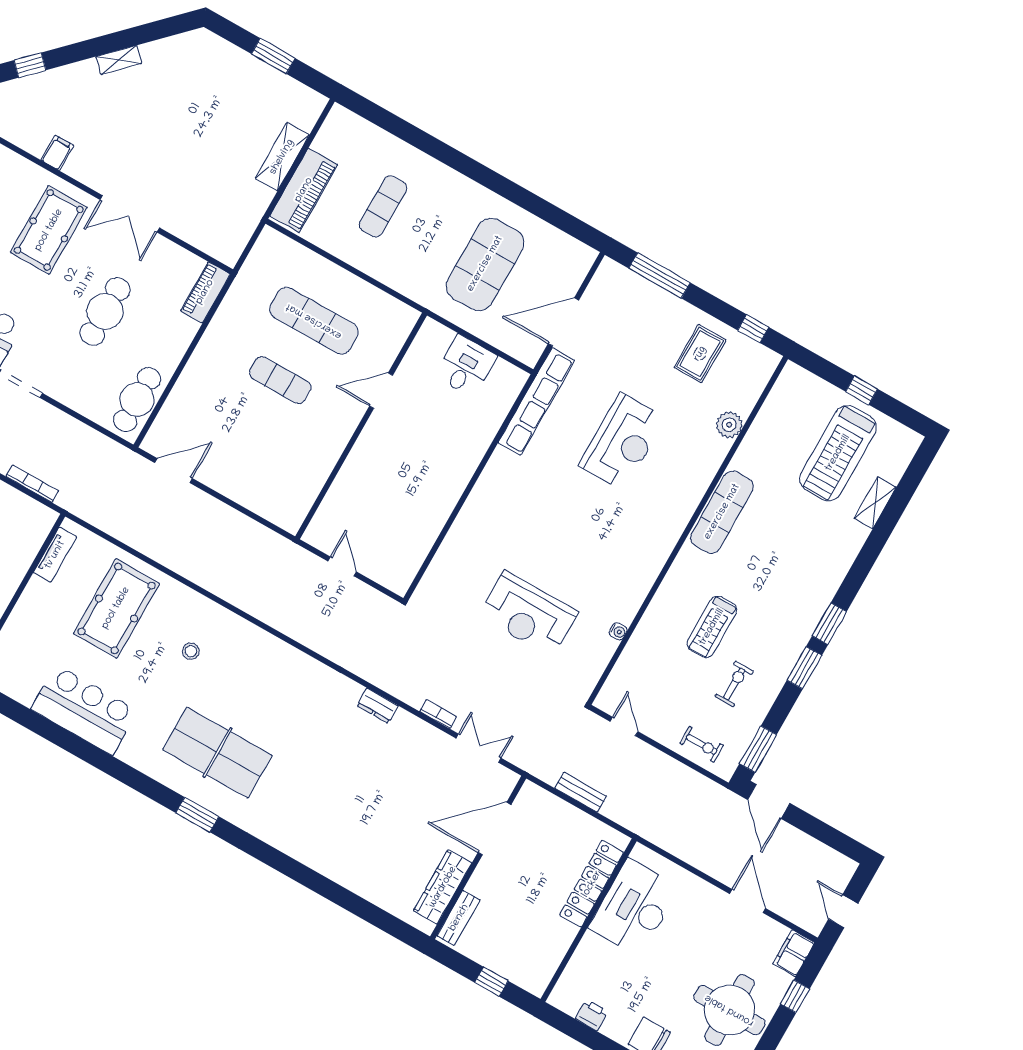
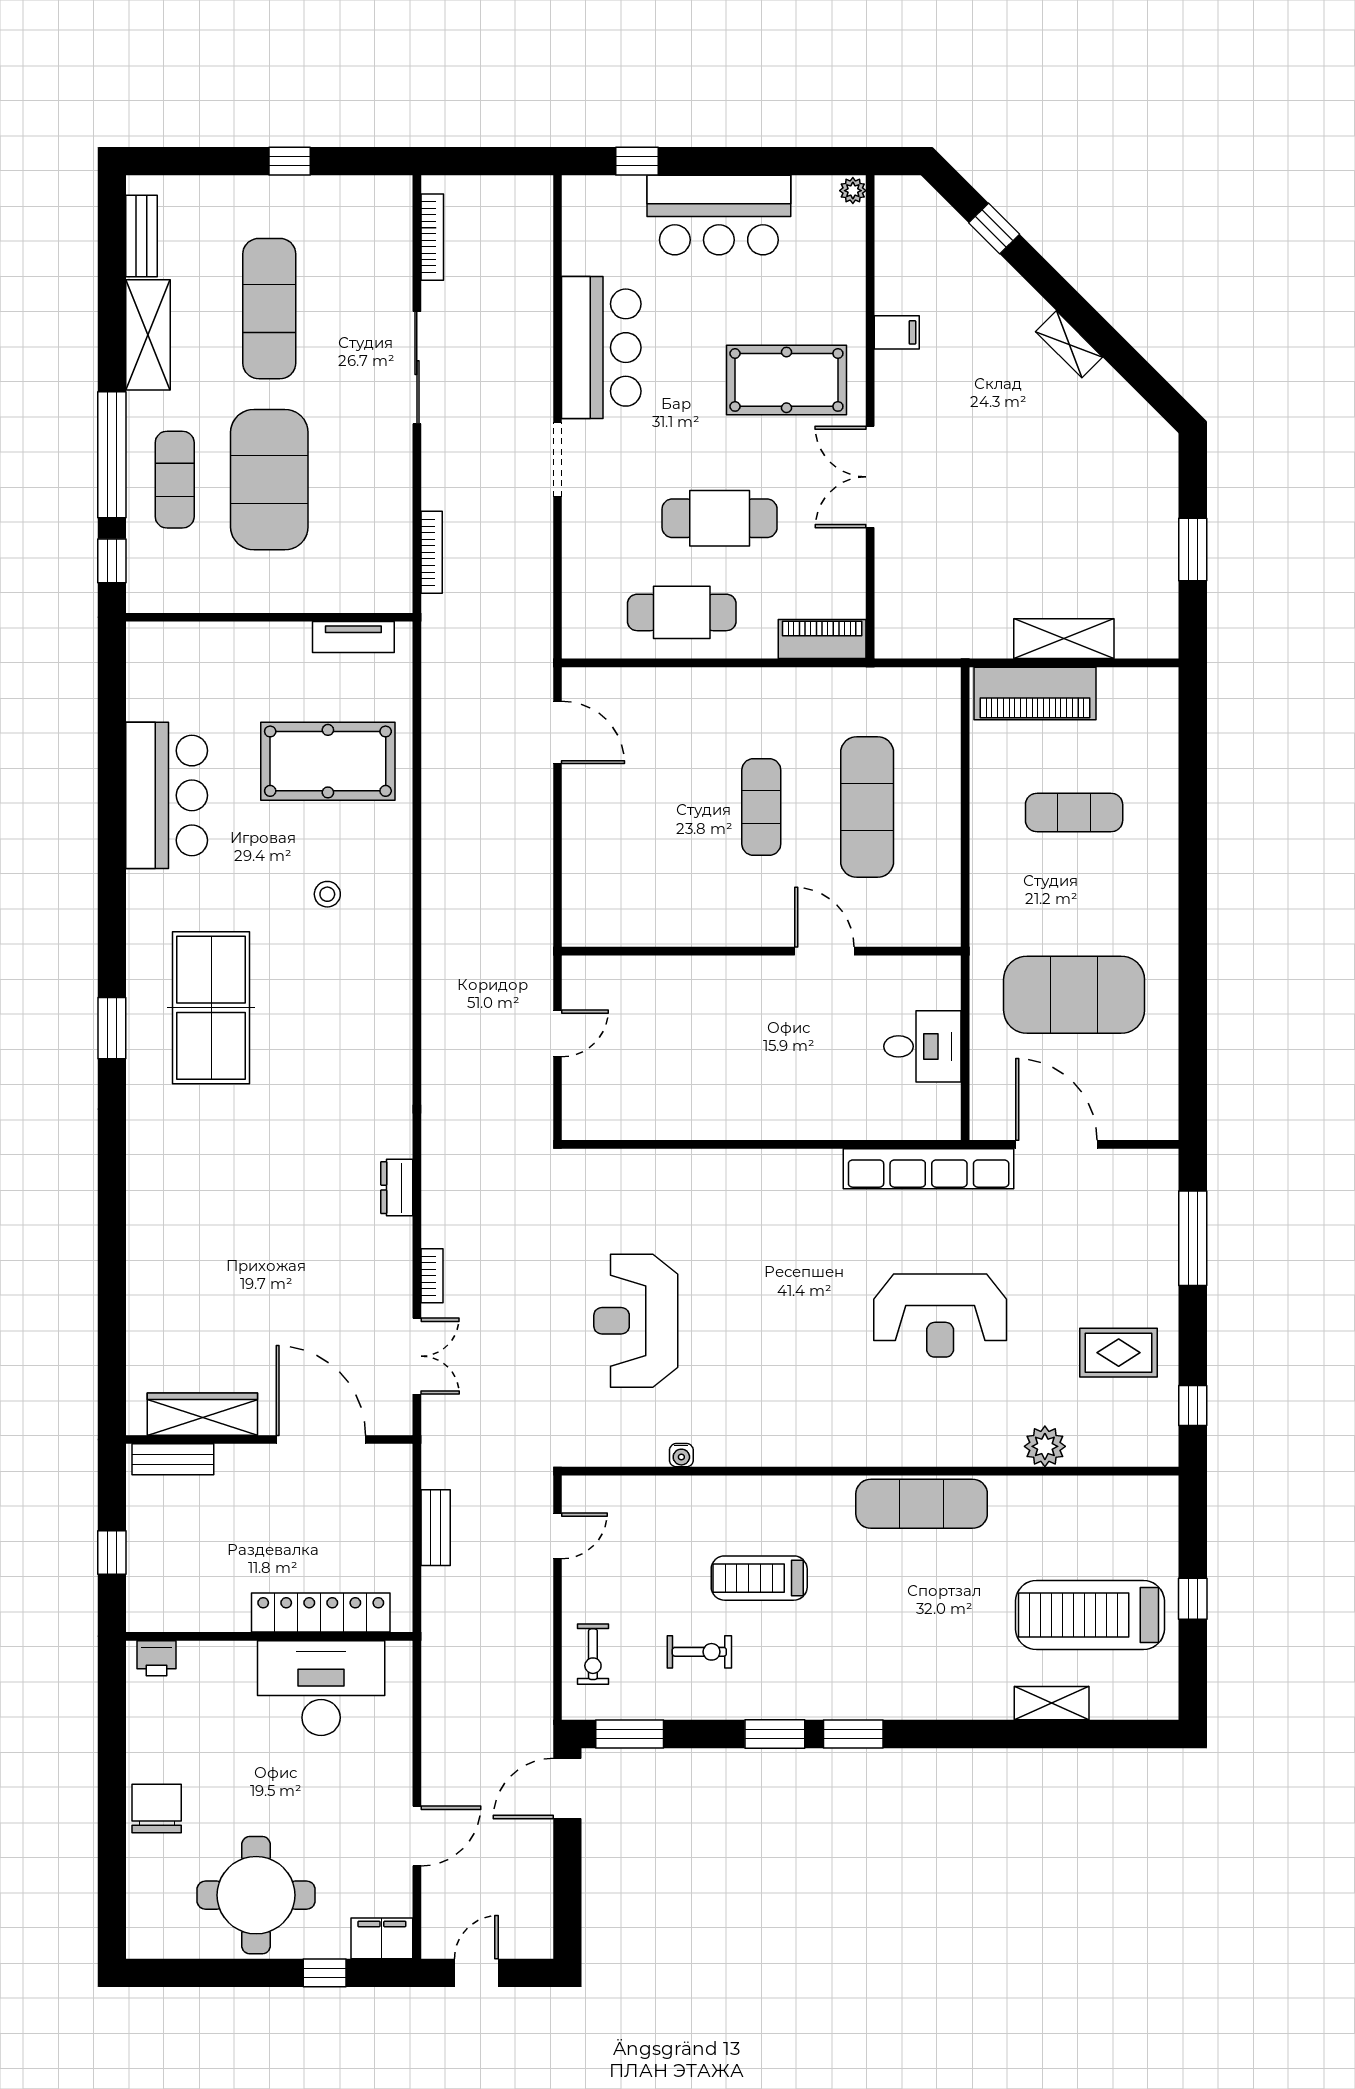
cafe table: (137, 400) -> (682, 612), moved
printer: (592, 1015) -> (156, 1658), moved, turned 90

